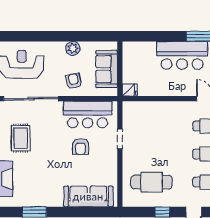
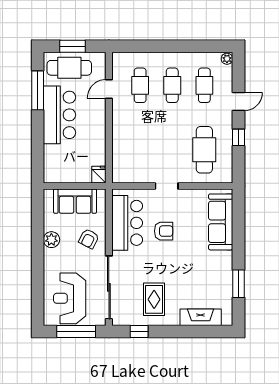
armchair: (74, 81) -> (89, 239), turned -50
rug: (21, 138) -> (154, 299), turned 90
doorway: (120, 139) -> (167, 186), moved

